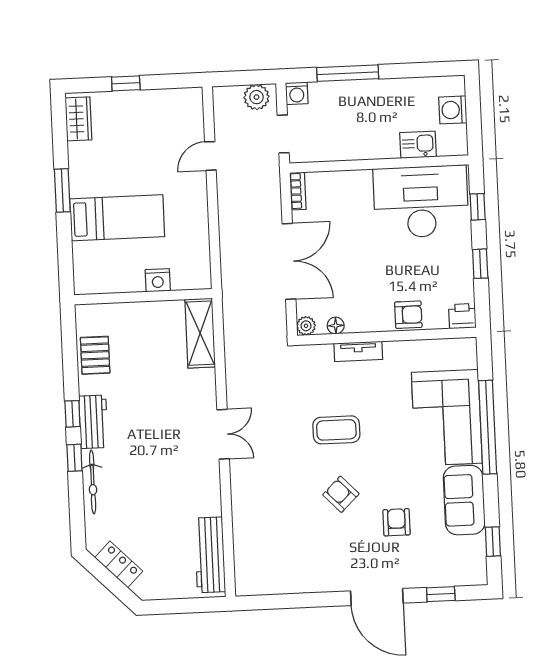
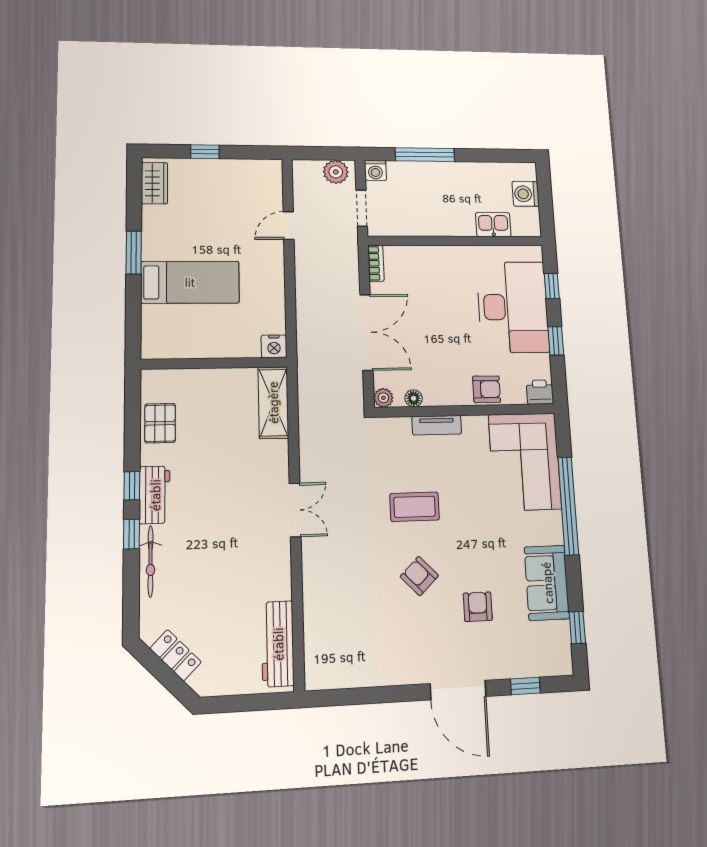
desk: (421, 202) -> (513, 307), moved, turned 90
nightstand: (158, 280) -> (274, 346), moved
corner sofa: (447, 418) -> (525, 462), moved

